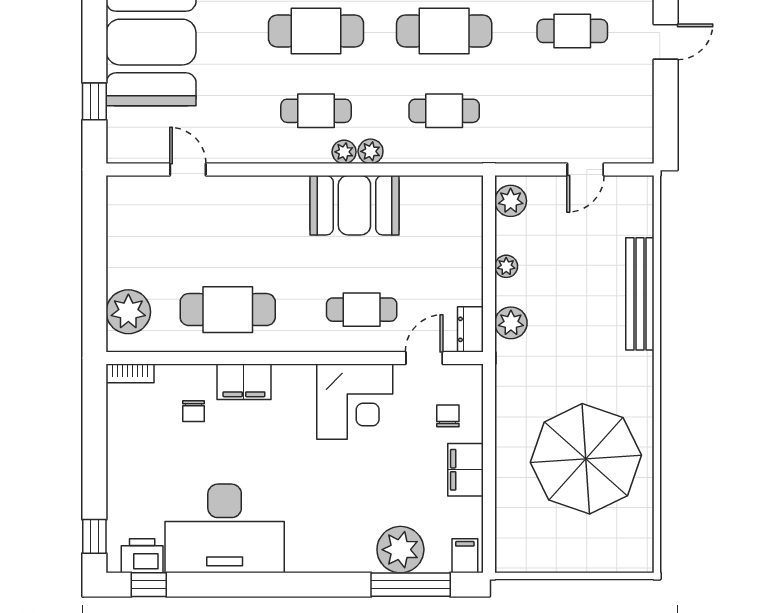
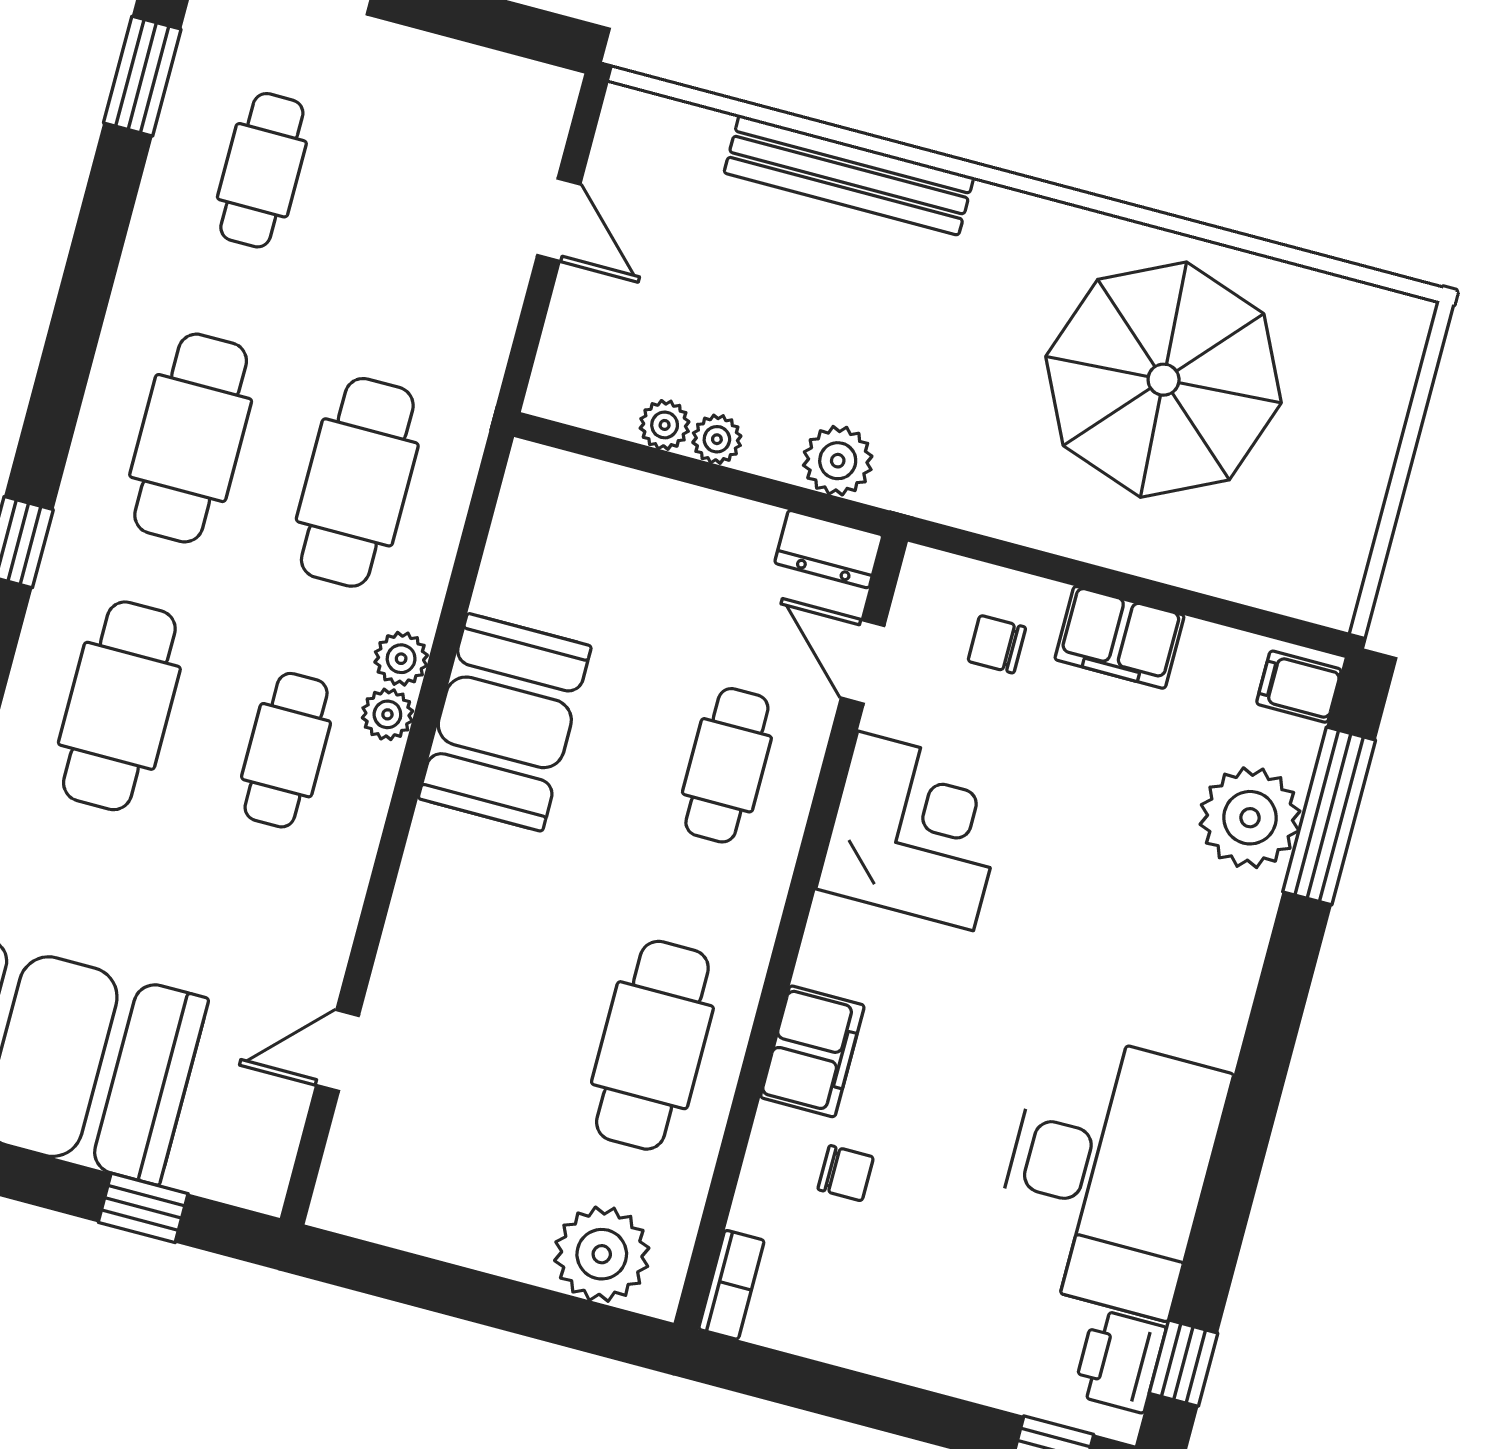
cafe table: (444, 111) -> (357, 482), width x1.37, depth x1.35
plant: (511, 201) -> (665, 425), moved, width x0.73, depth x0.73

